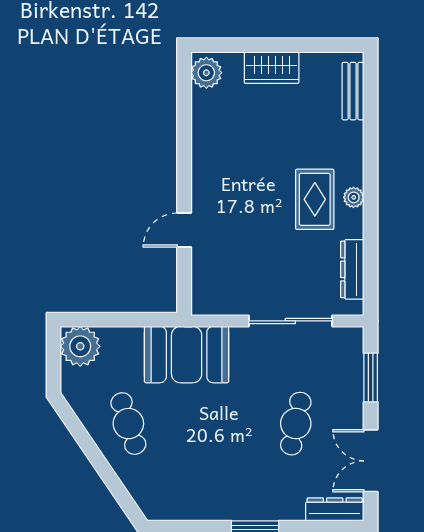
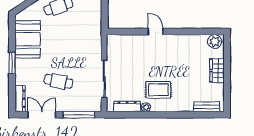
plant: (354, 197) -> (146, 107), moved
door: (184, 230) -> (156, 32), moved
booth: (187, 355) -> (28, 39), moved
window: (371, 378) -> (79, 115), width x1.44

